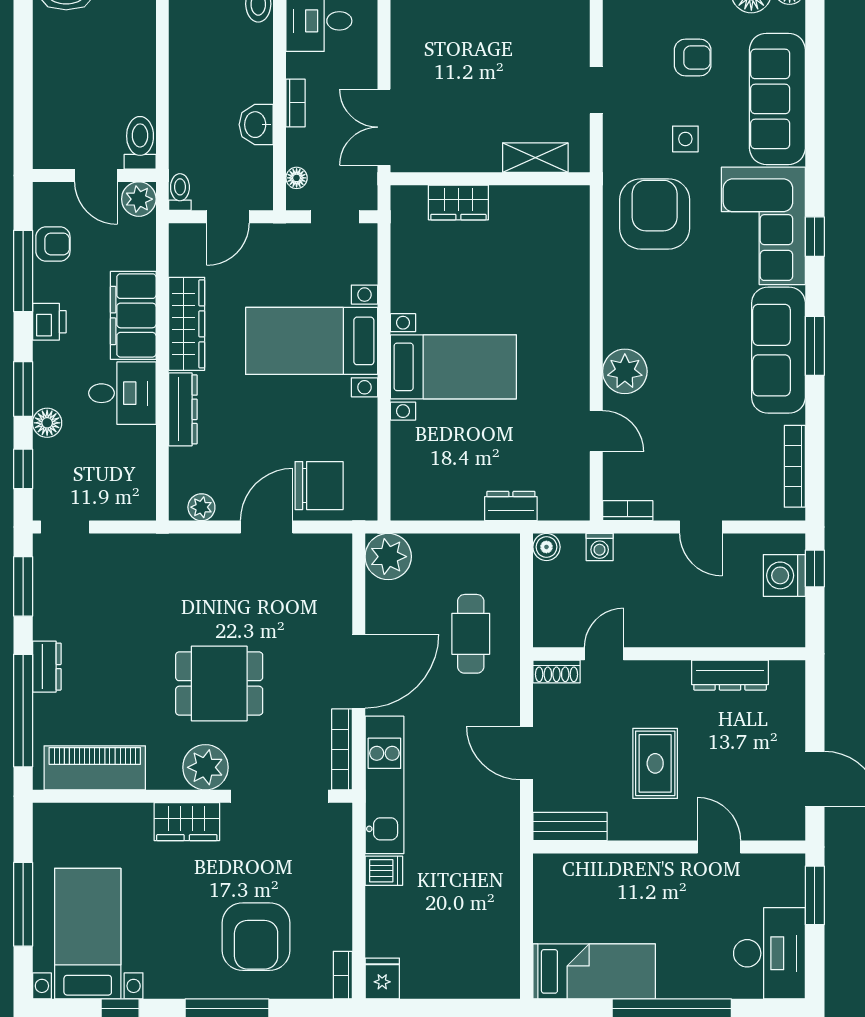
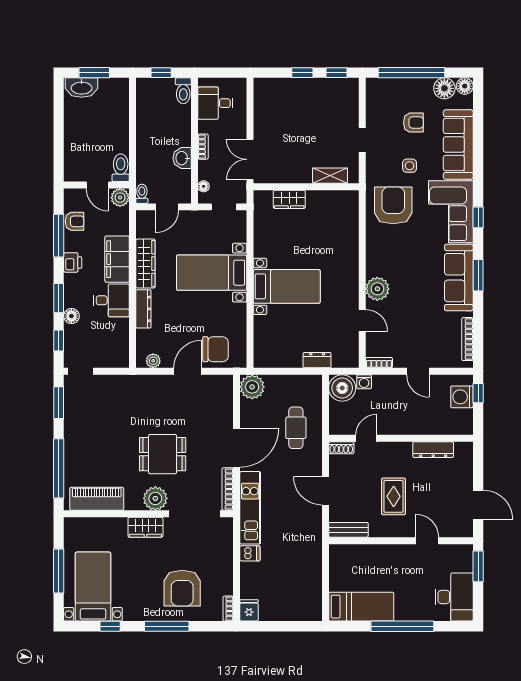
boiler: (546, 547) -> (342, 388), width x1.86, depth x1.86
dresser: (47, 667) -> (71, 445), removed

